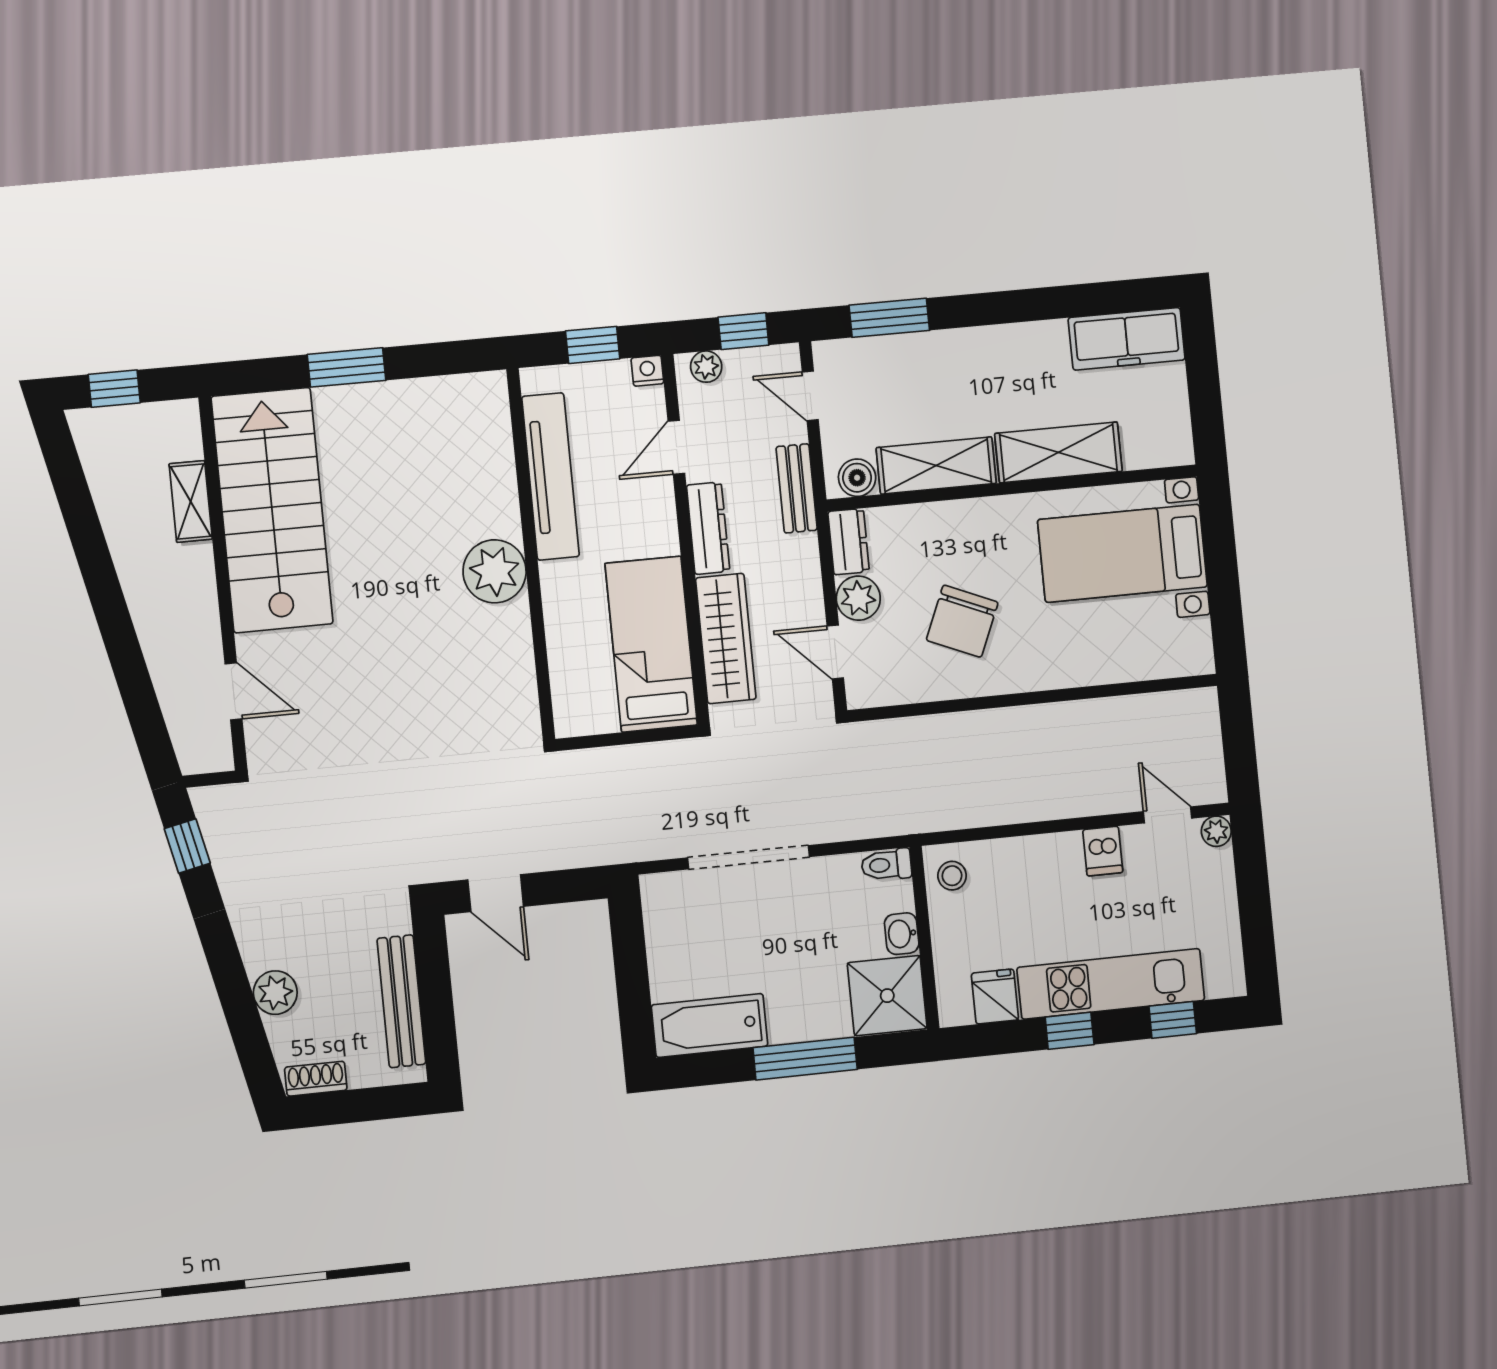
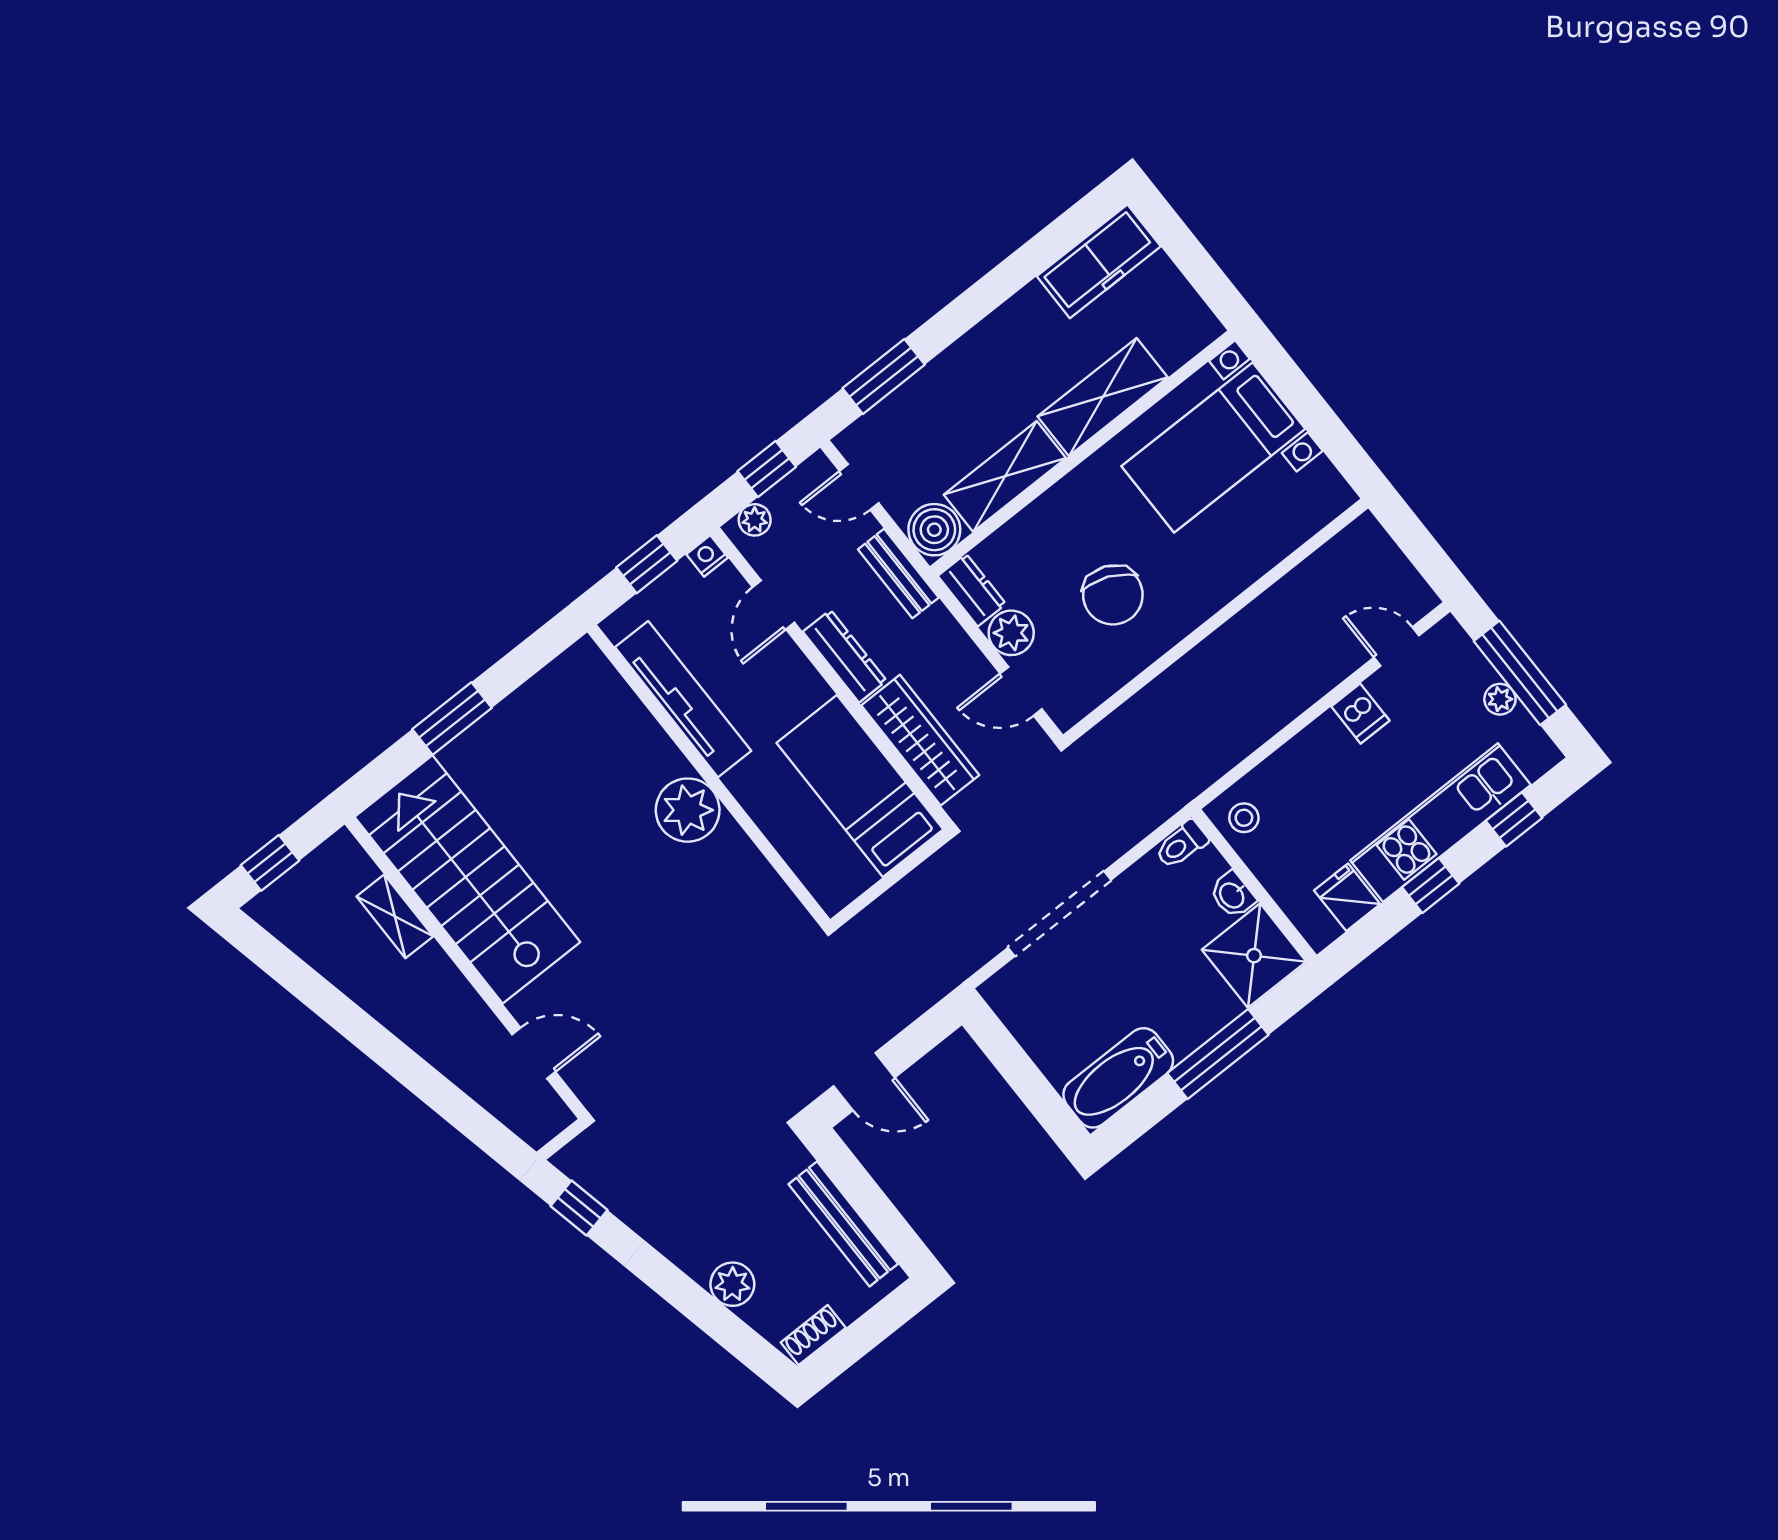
boiler: (857, 478) -> (934, 530), width x1.36, depth x1.36
plant: (1216, 831) -> (1500, 699), moved
window: (1254, 902) -> (1520, 673), added

